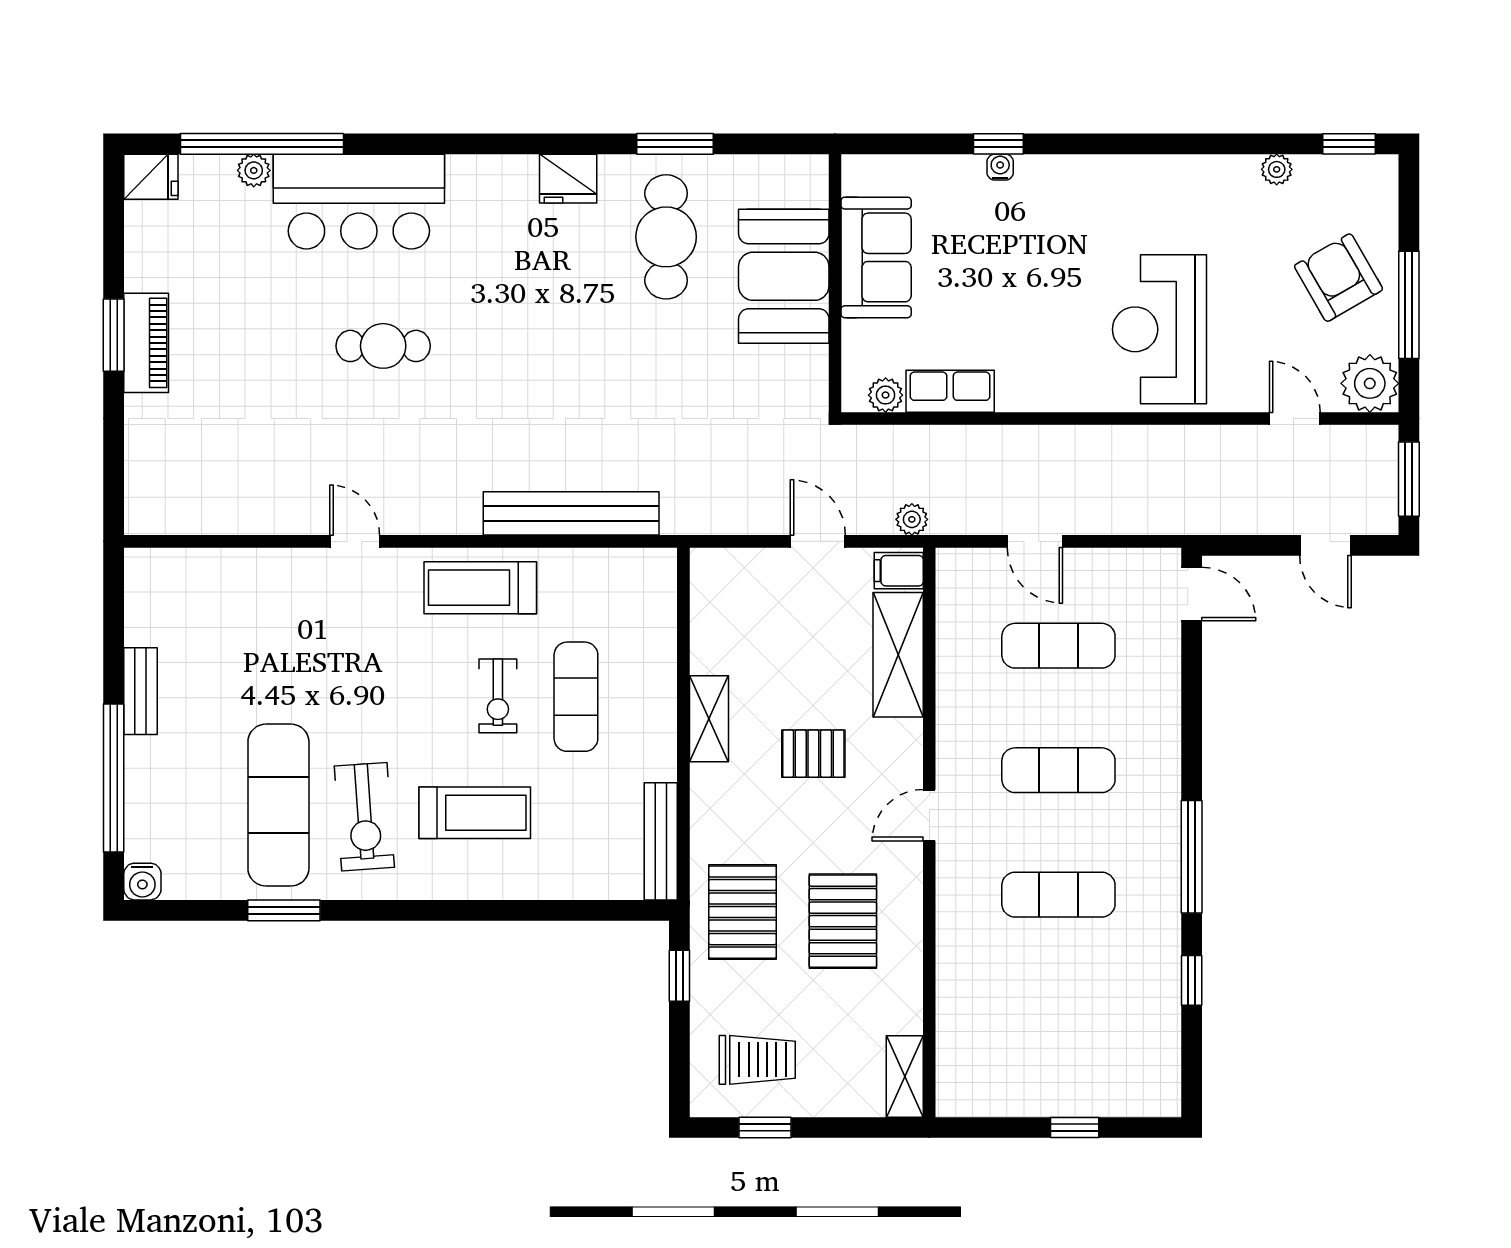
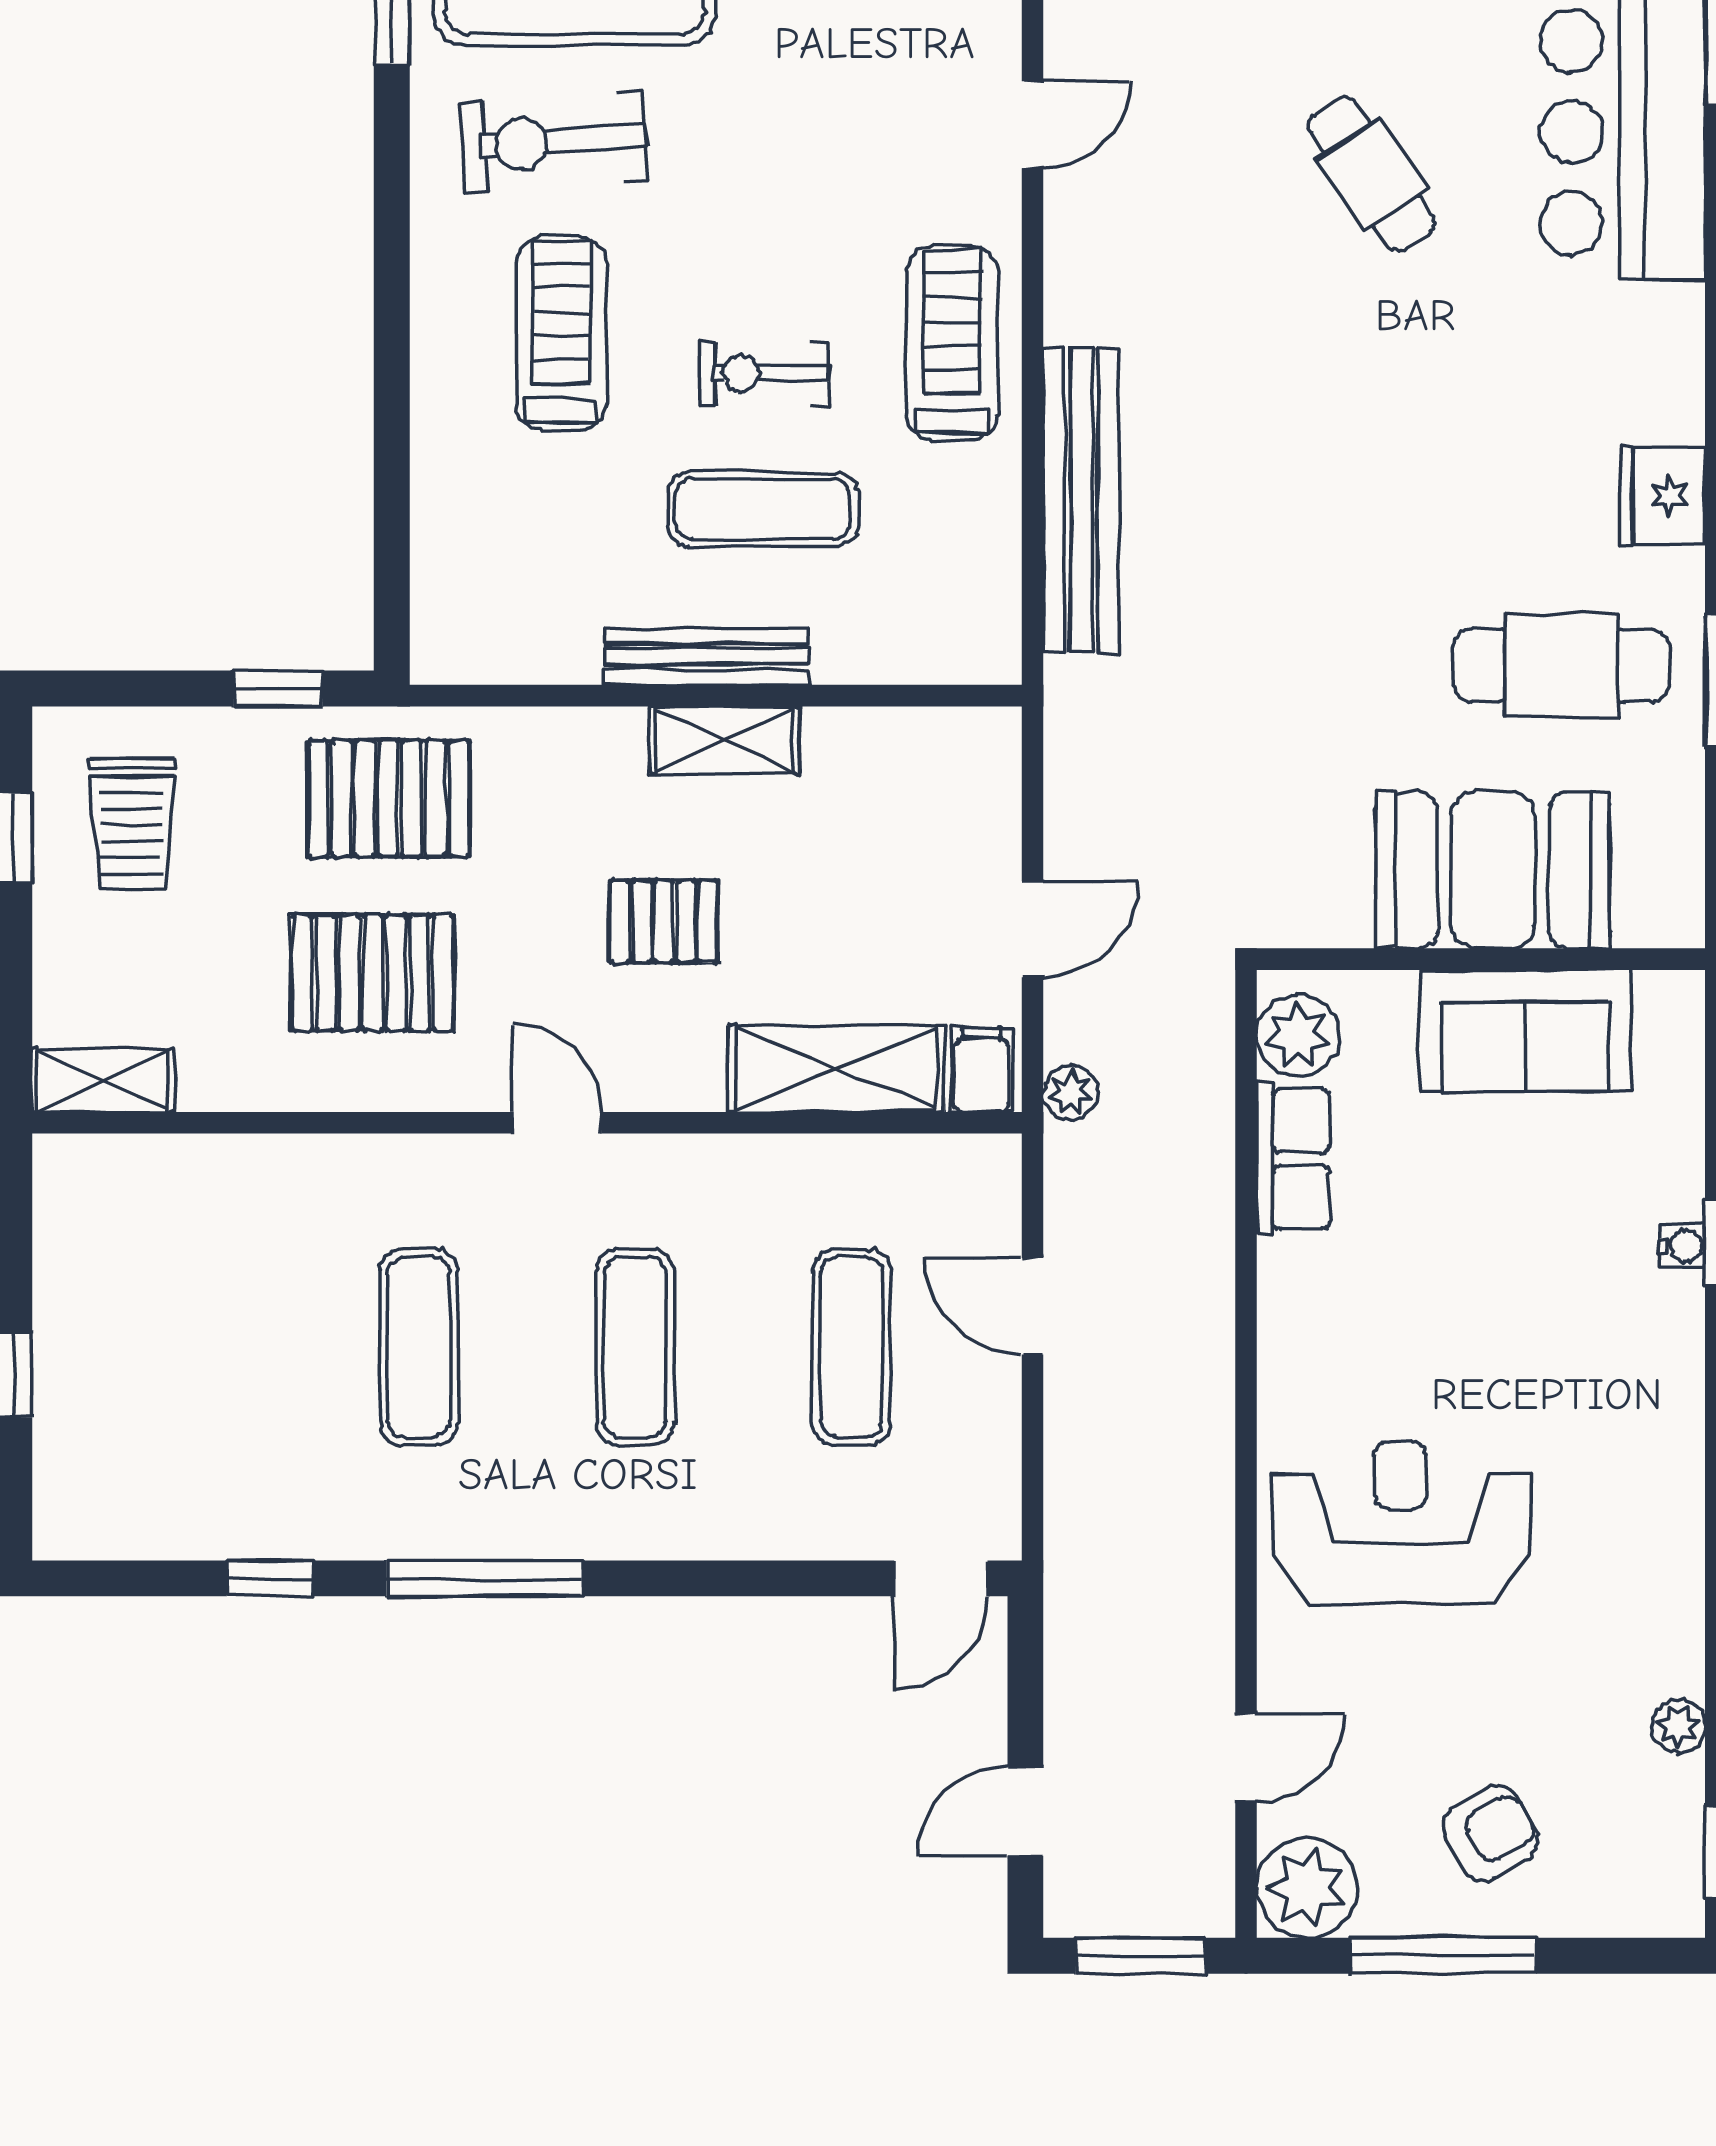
armchair: (1338, 278) -> (1491, 1834), width x0.72, depth x0.72
cafe table: (383, 346) -> (1372, 174), turned -34
plant: (886, 395) -> (1298, 1036), width x1.38, depth x1.38
door: (1035, 541) -> (1032, 1306), hinge flipped
pallet: (813, 754) -> (664, 921), turned 90
treadmill: (475, 813) -> (561, 333), turned 180
bench: (661, 841) -> (707, 656), moved

